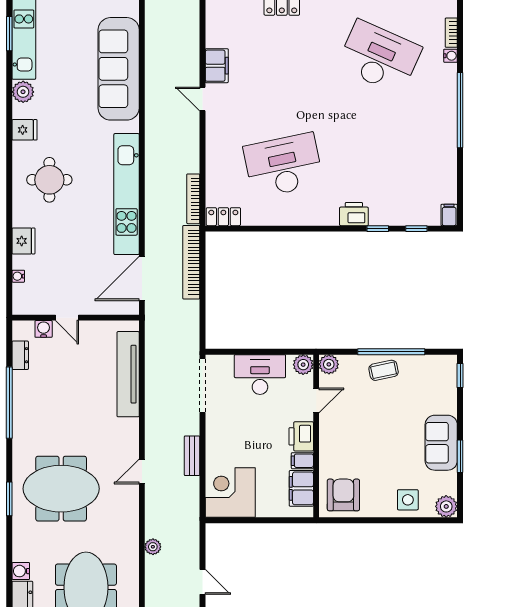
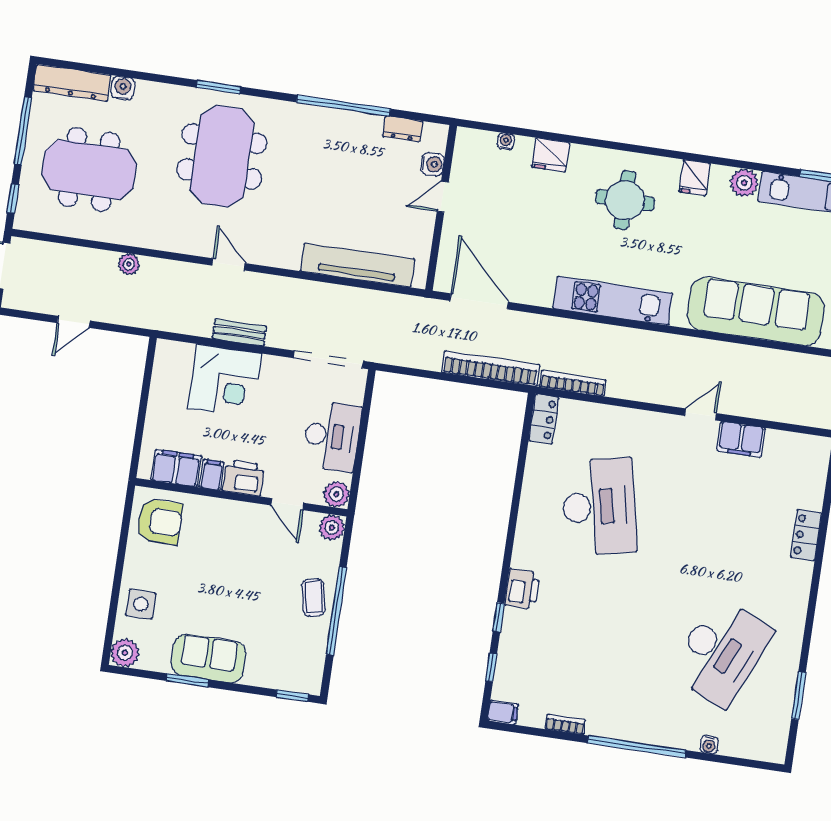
bookcase: (451, 33) -> (565, 724), moved
kitchen unit: (127, 194) -> (613, 301), width x0.73
corner desk: (230, 492) -> (225, 381), moved, turned 90

